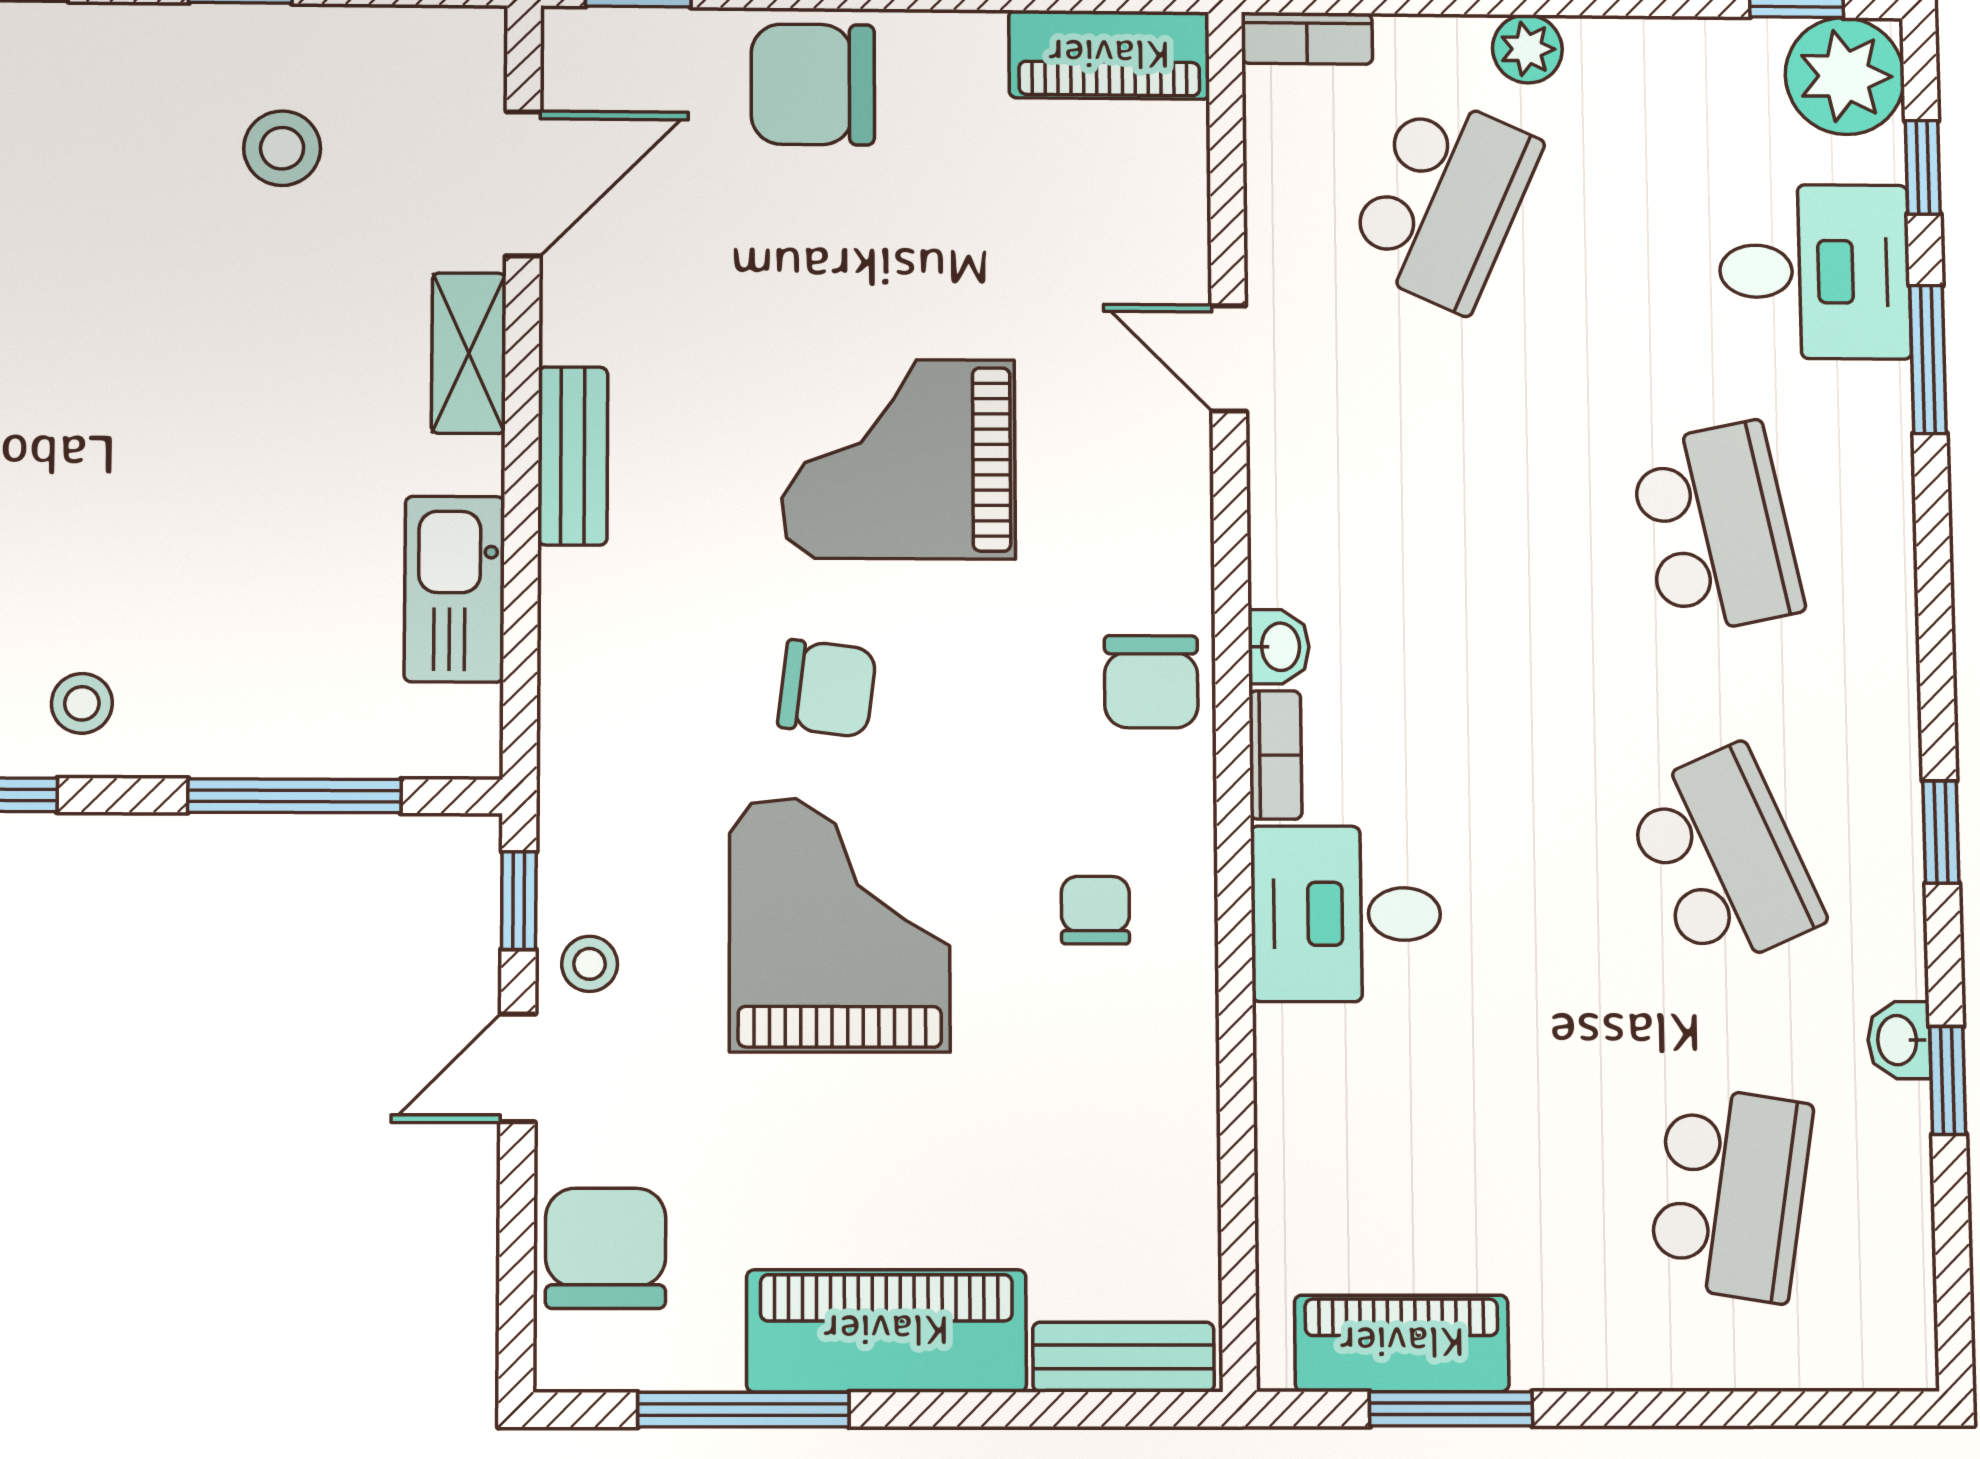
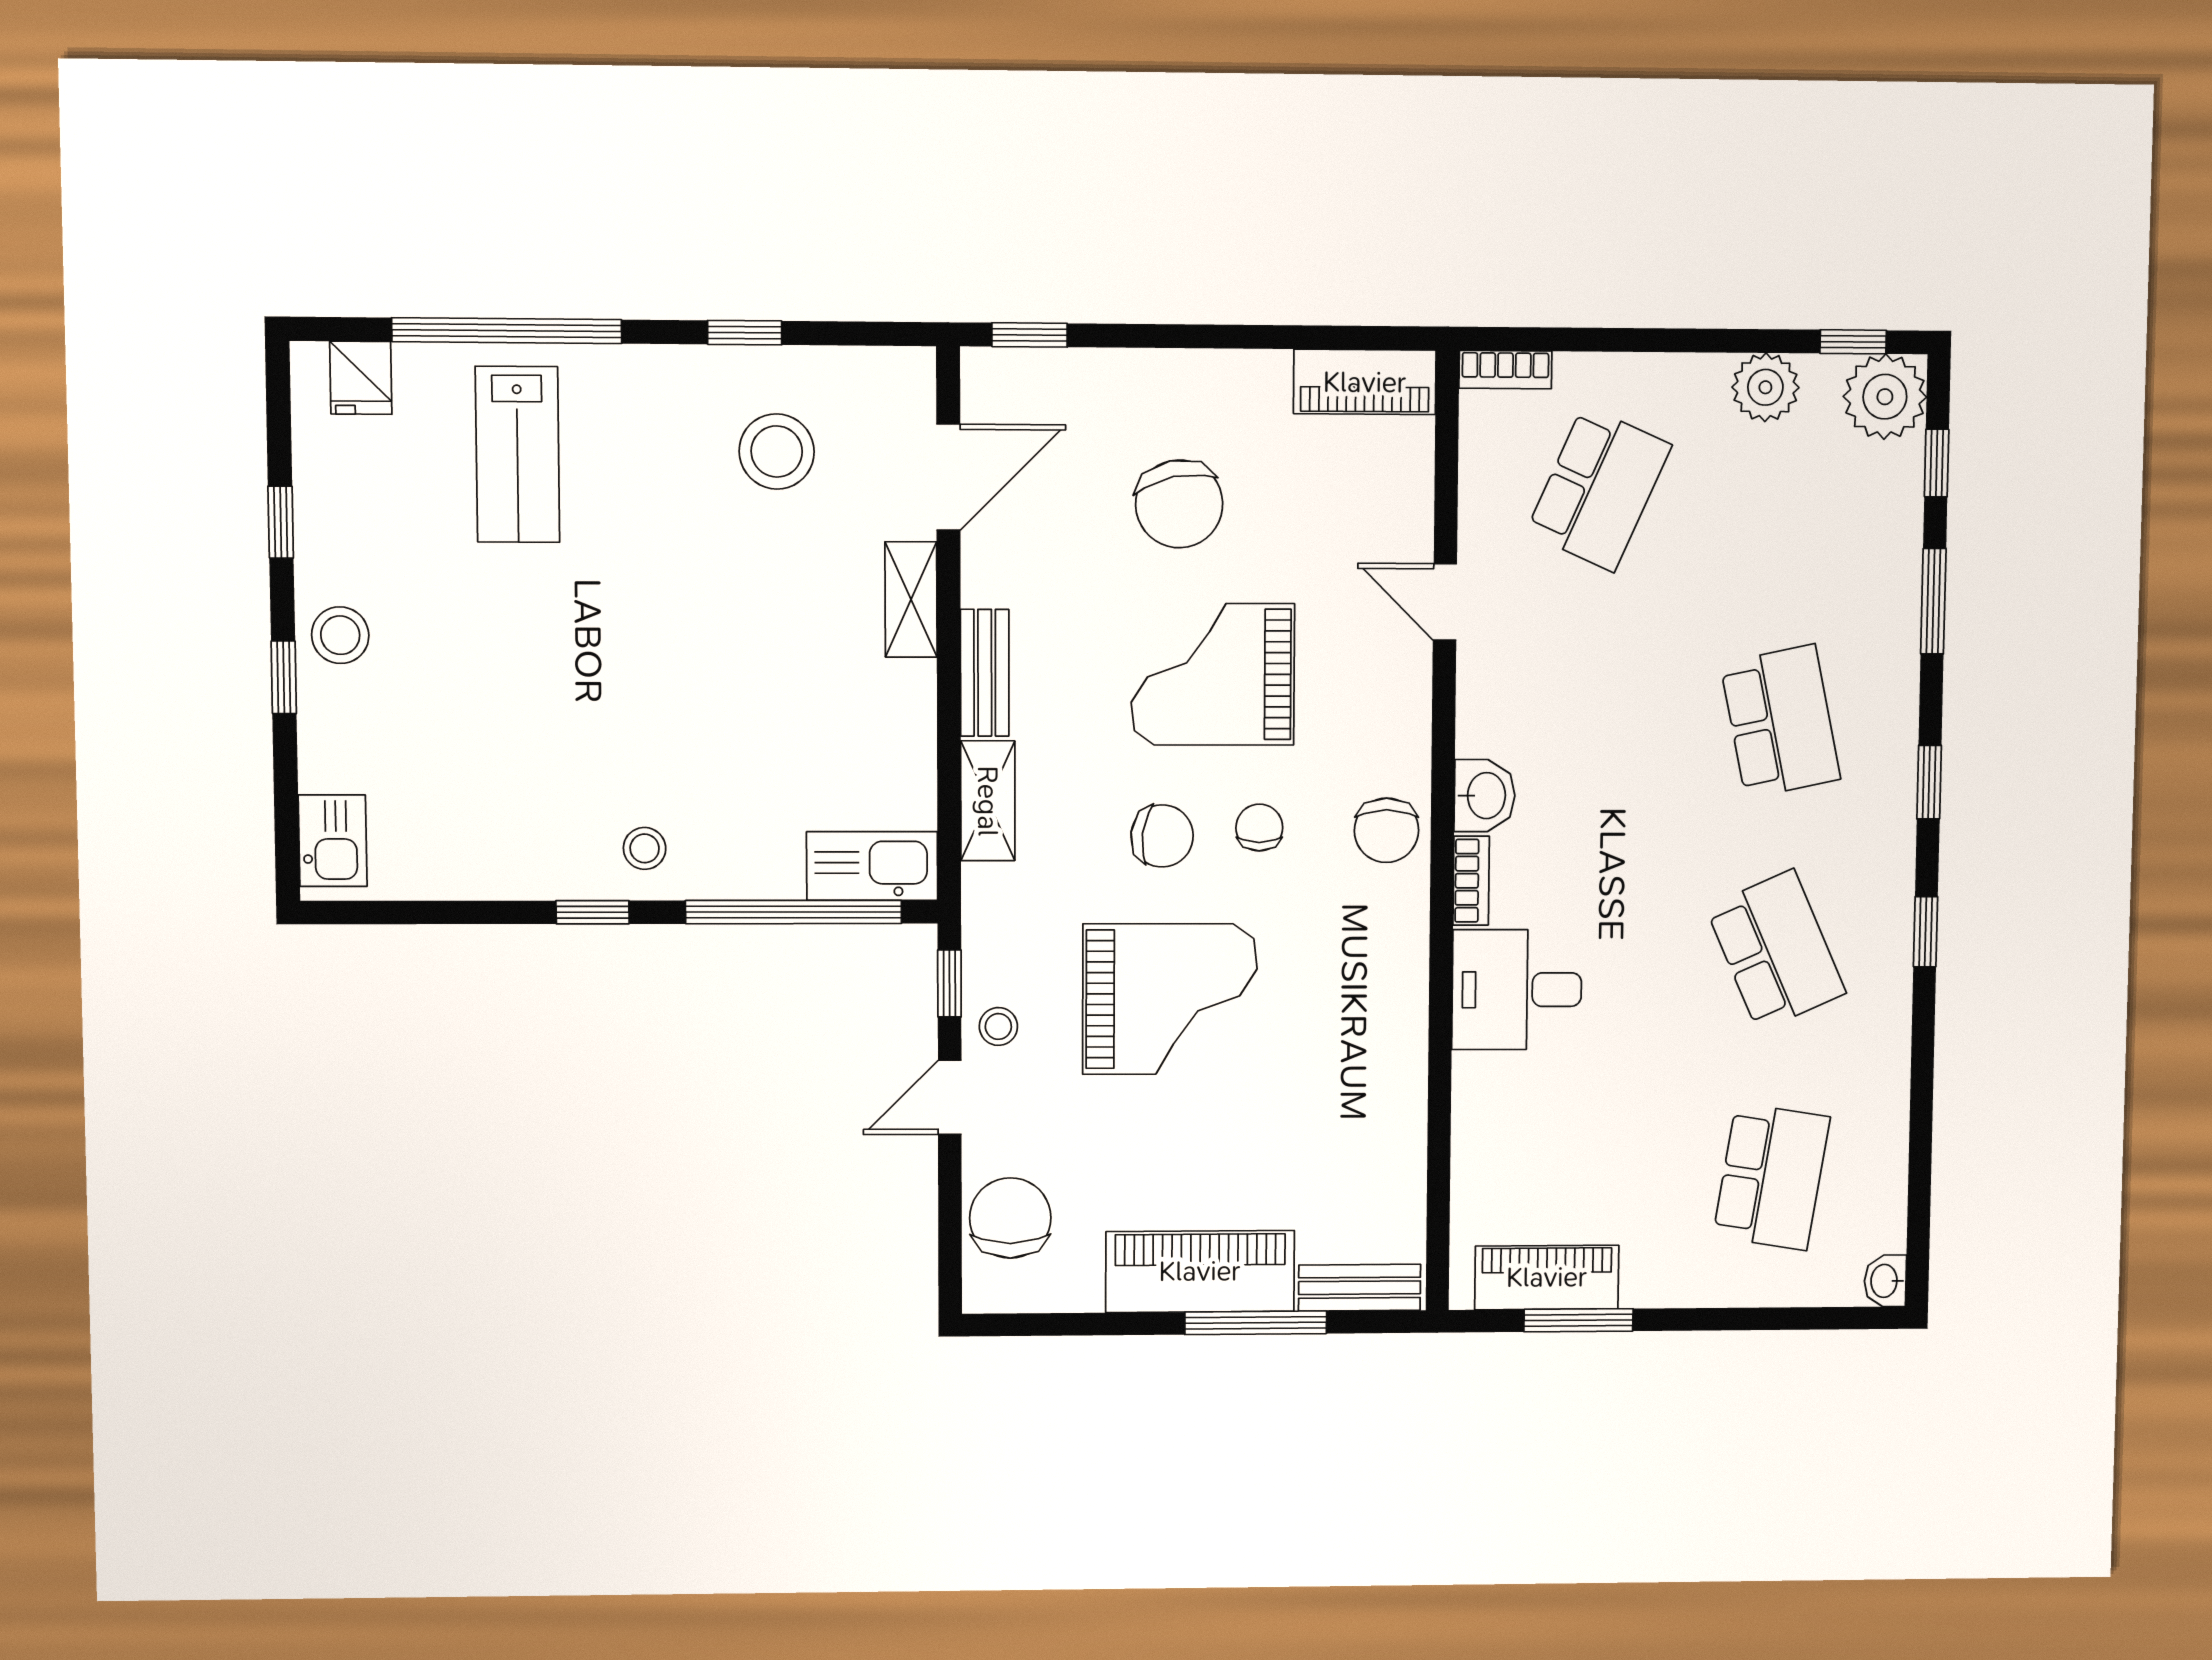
plant: (1527, 49) -> (1765, 387), moved, width x1.38, depth x1.38
chair: (813, 84) -> (1179, 504), moved, turned -102
stool: (282, 148) -> (777, 451), width x1.38, depth x1.38
desk: (1815, 272) -> (1857, 538), removed
kitchen sink: (454, 589) -> (872, 866), moved, turned 90
shelving: (576, 637) -> (988, 801), added
washbasin: (1279, 647) -> (1485, 796), width x1.38, depth x1.45
window: (294, 796) -> (794, 912), width x1.46
chair: (1095, 910) -> (1259, 828), moved
grand piano: (840, 925) -> (1170, 999), turned 90
washbasin: (1899, 1040) -> (1885, 1281), moved
window: (1948, 1080) -> (1929, 782), moved
window: (743, 1410) -> (1256, 1323), moved

